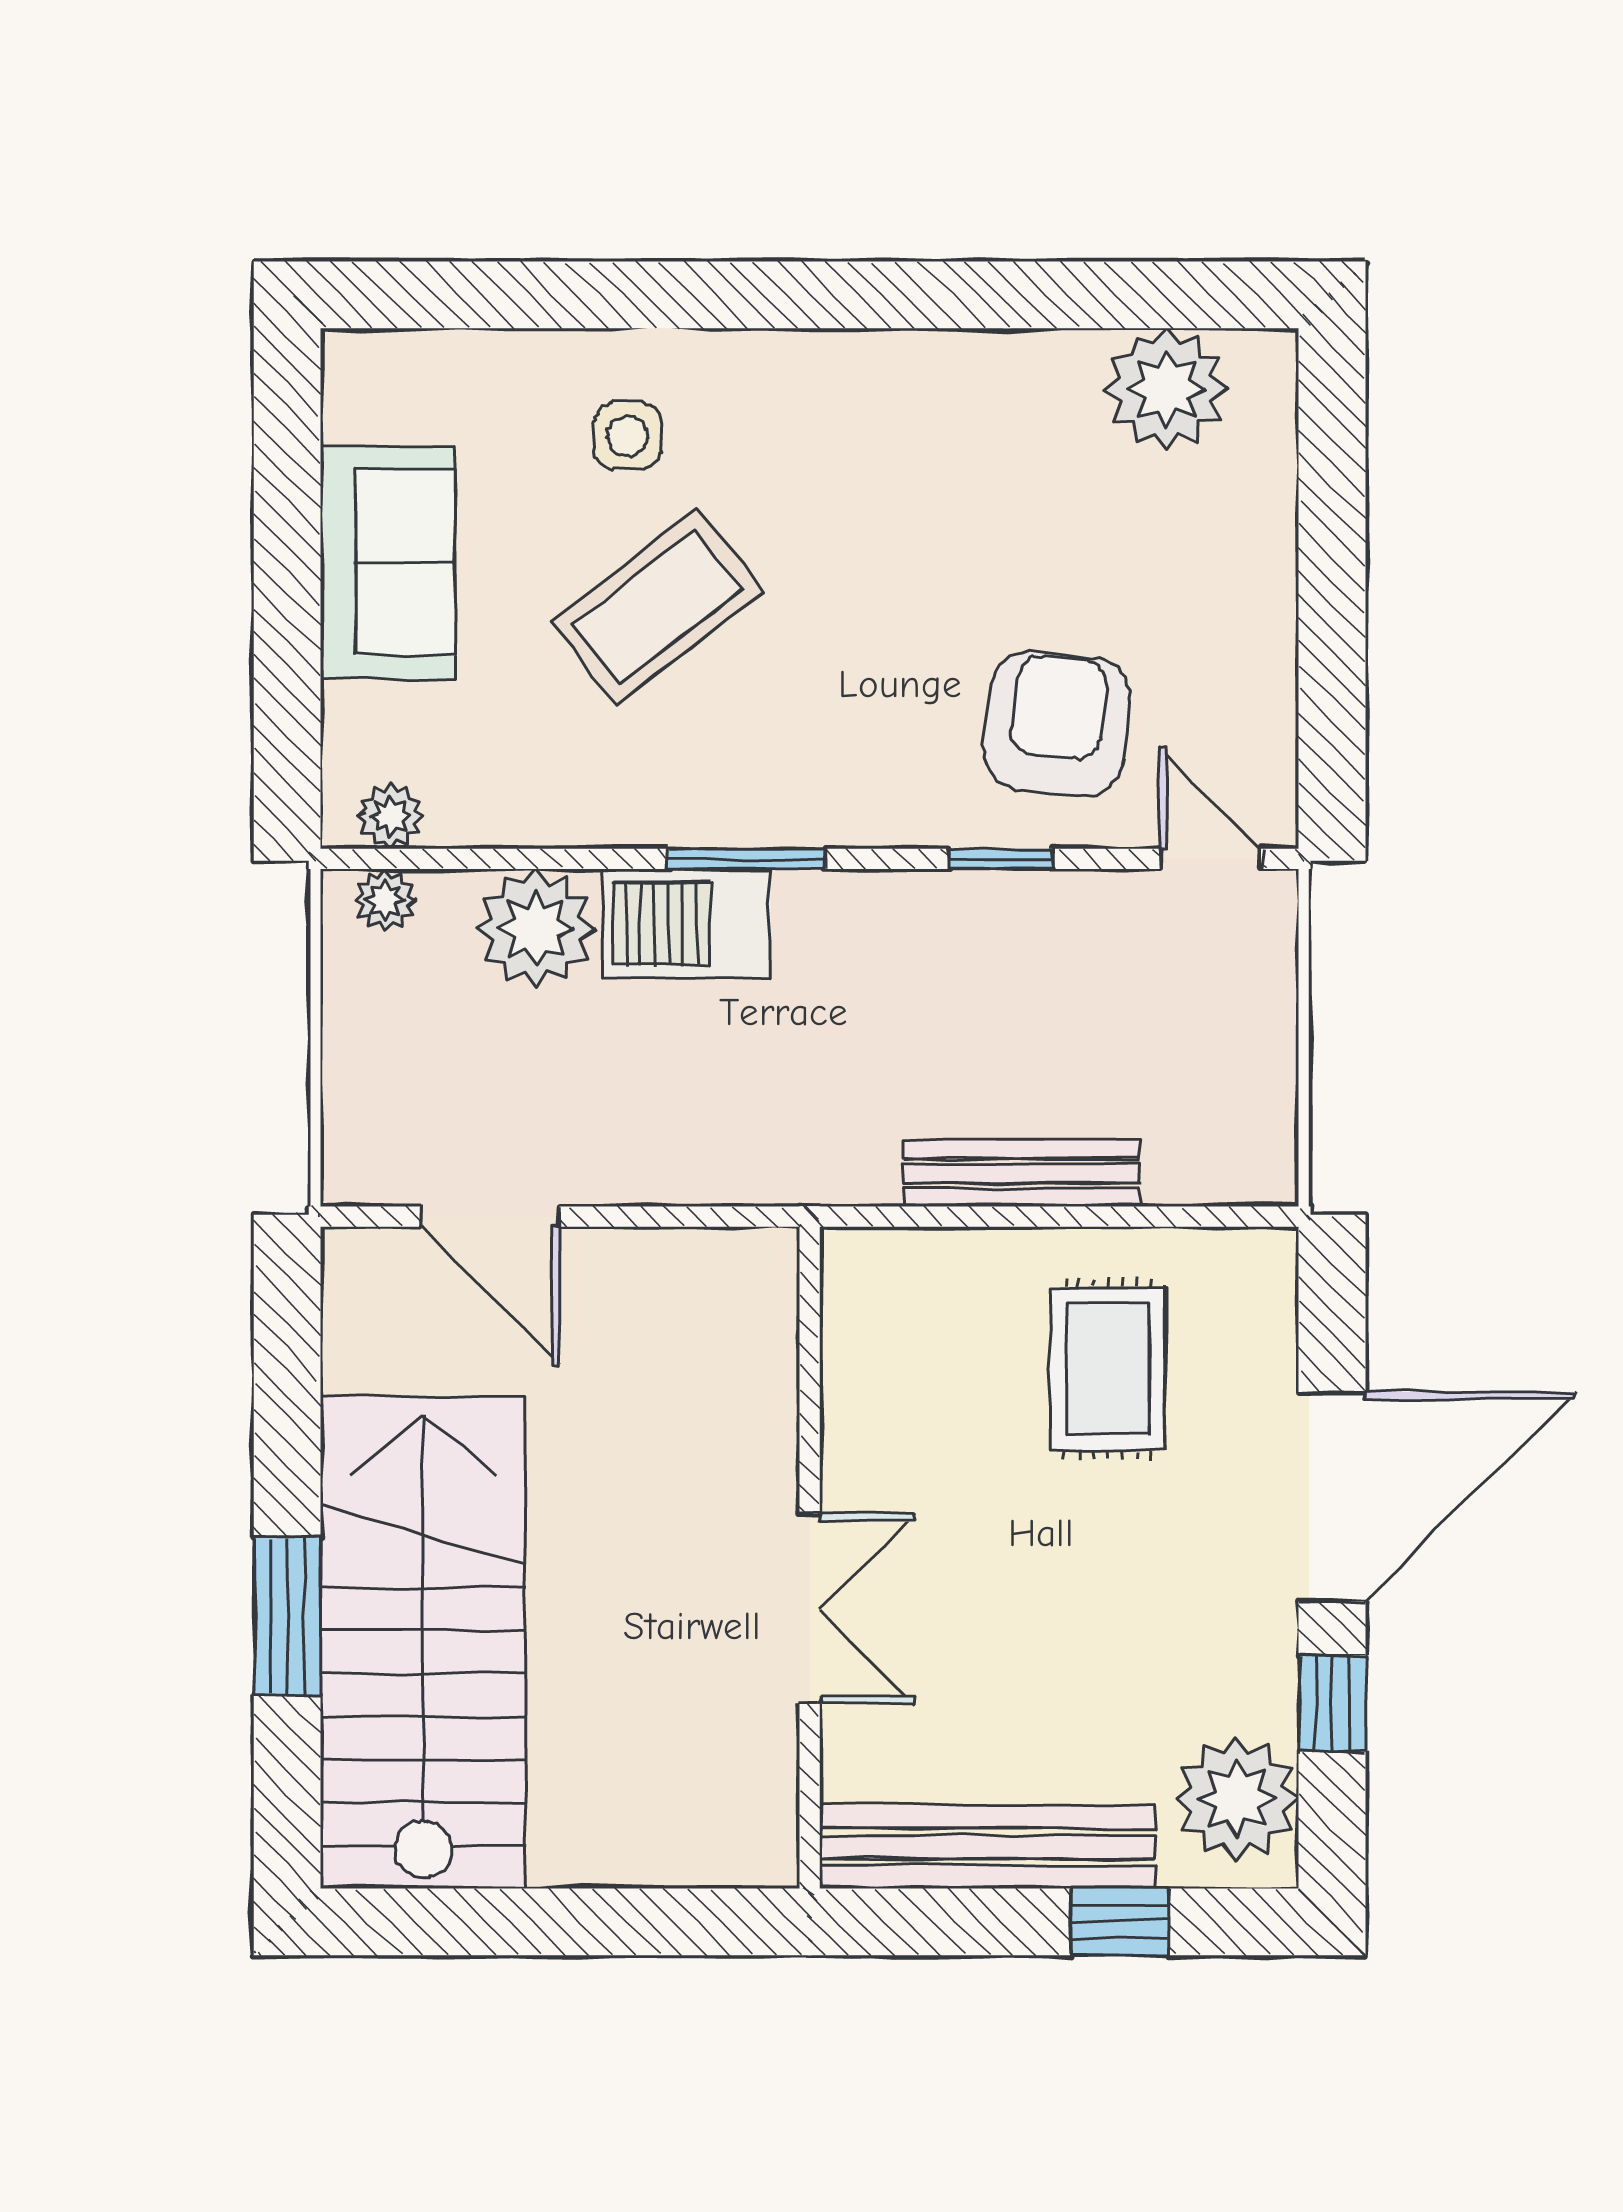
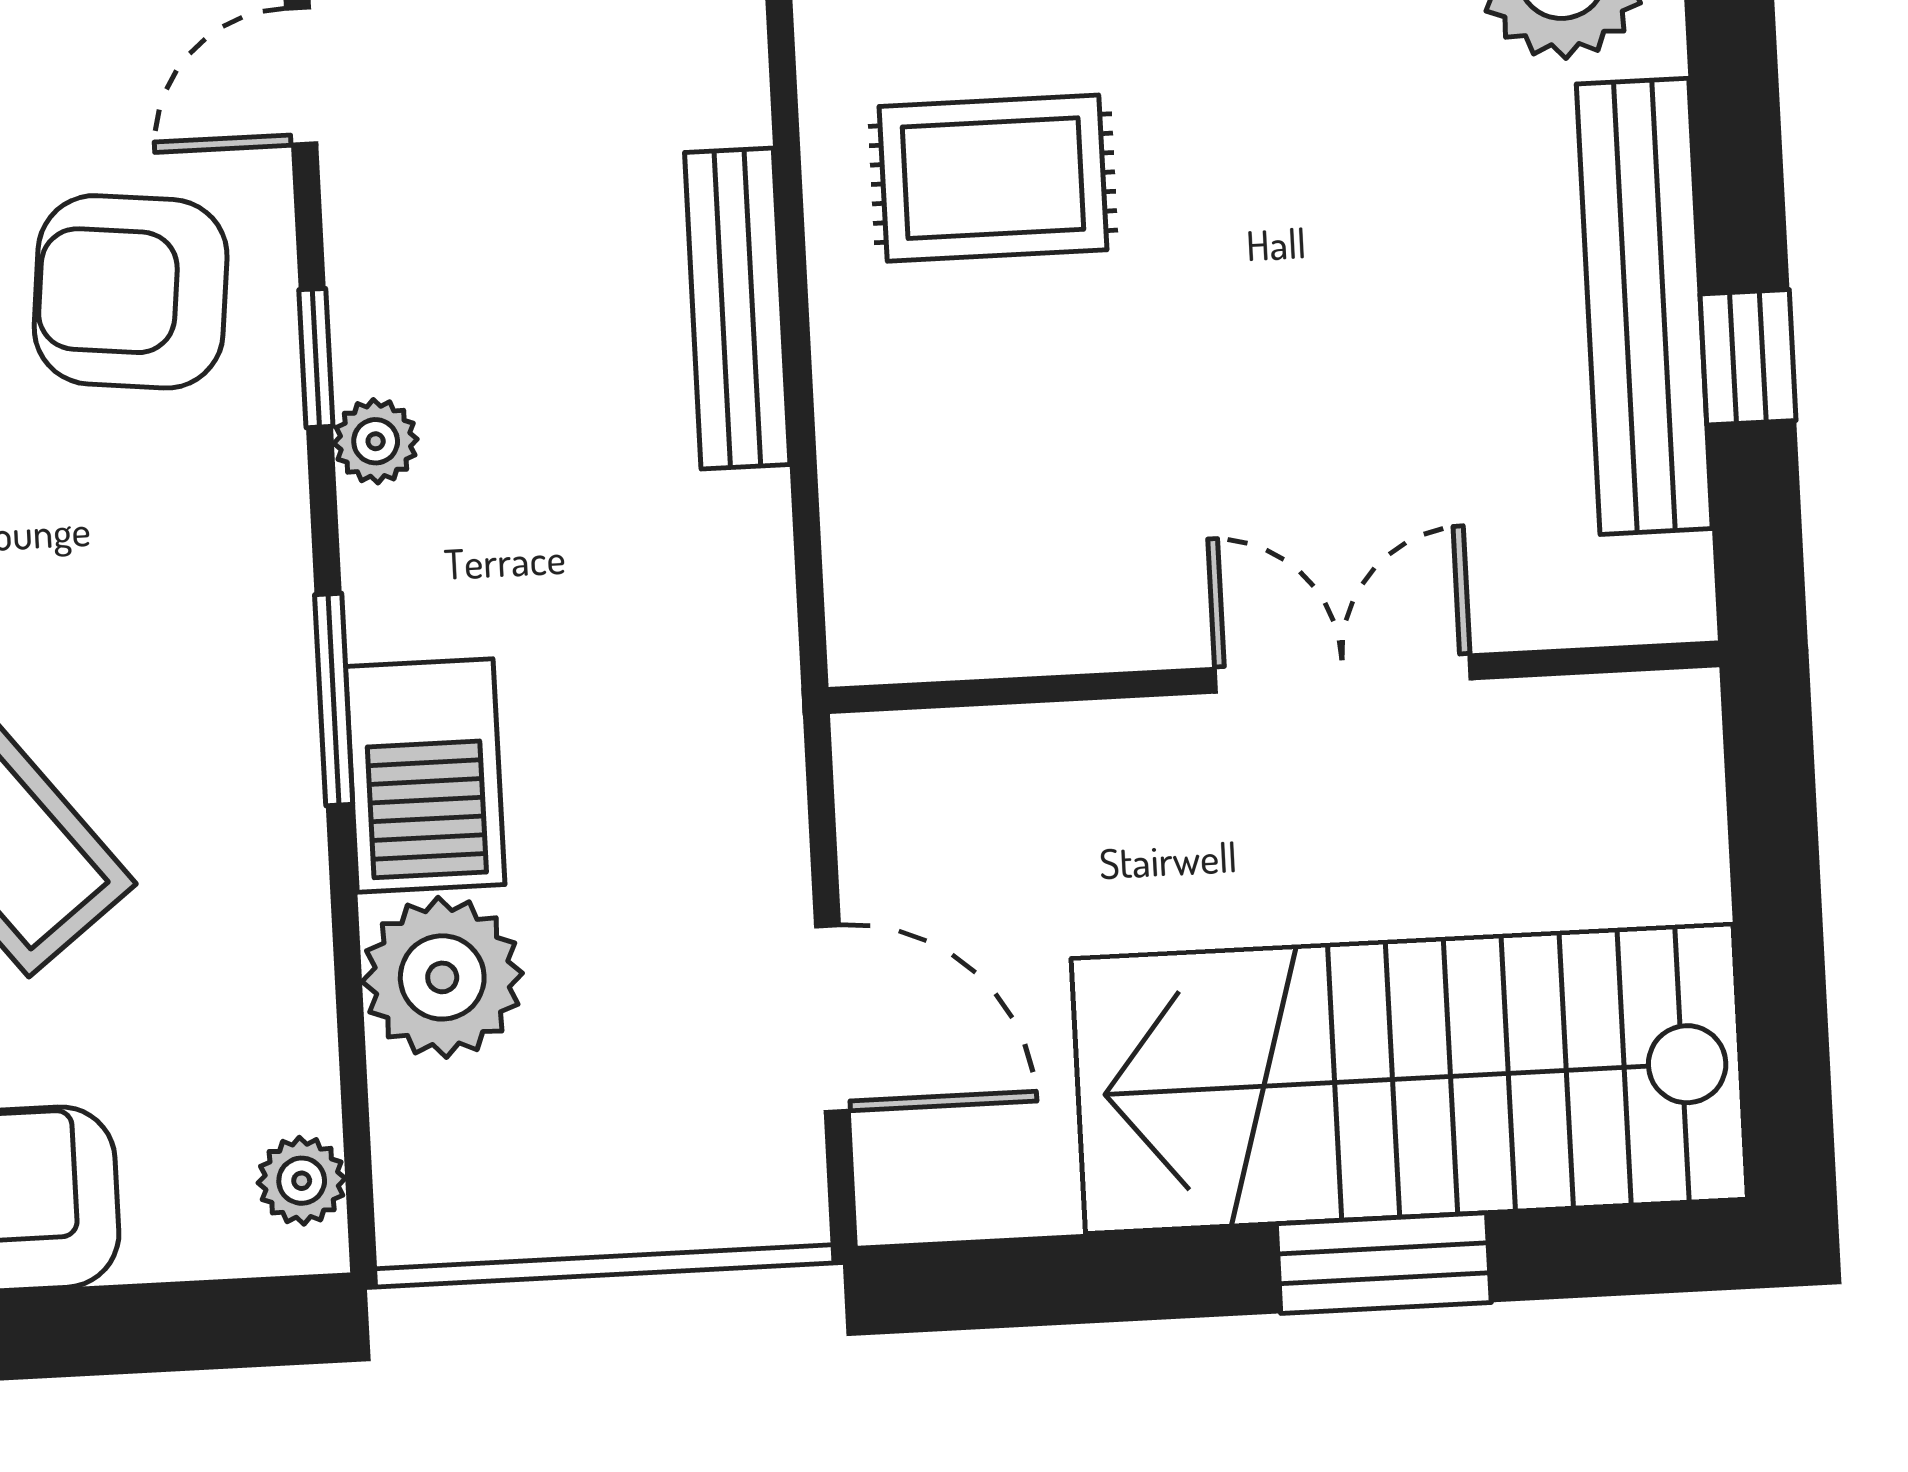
plant: (385, 900) -> (376, 441), moved
door: (490, 1217) -> (832, 1019), hinge flipped
wall: (810, 1558) -> (1274, 677), moved
double door: (810, 1609) -> (1343, 674), moved
window: (1120, 1922) -> (1748, 357), moved

